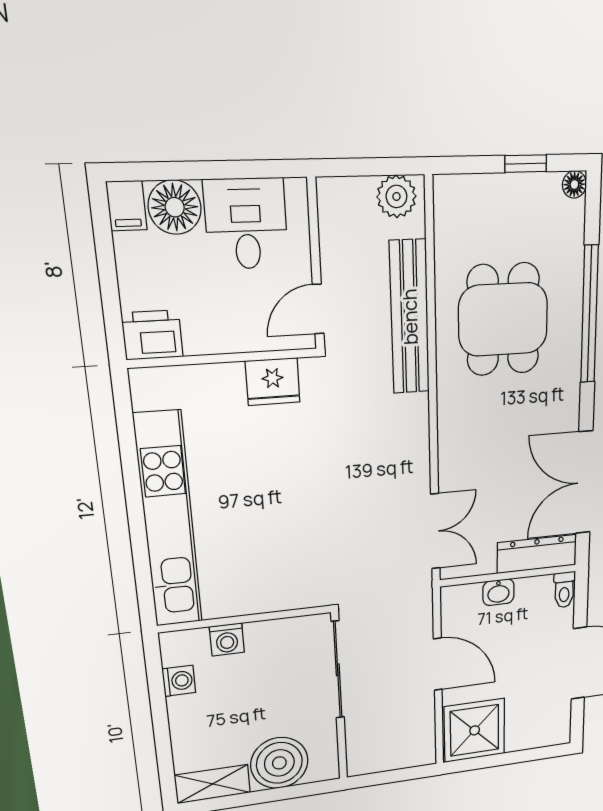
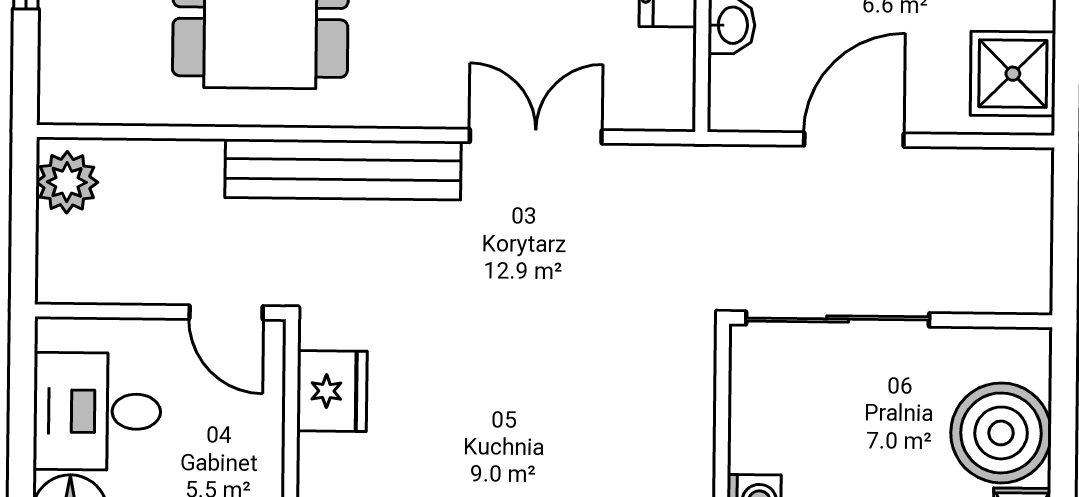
bench: (410, 317) -> (343, 169), moved
double door: (435, 531) -> (536, 136), moved
shower: (475, 730) -> (1013, 74), width x0.73, depth x0.73

